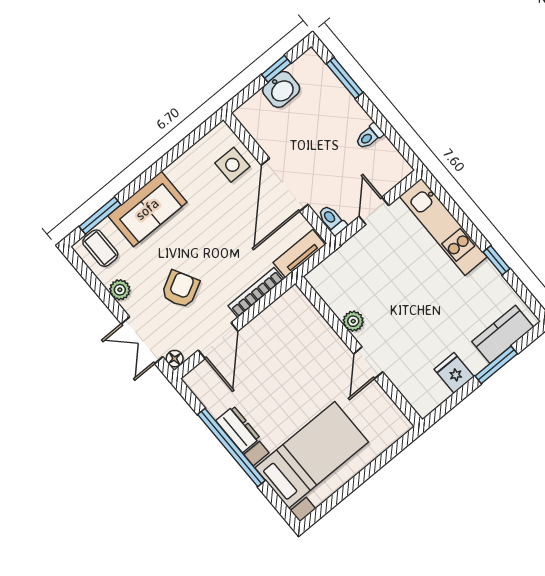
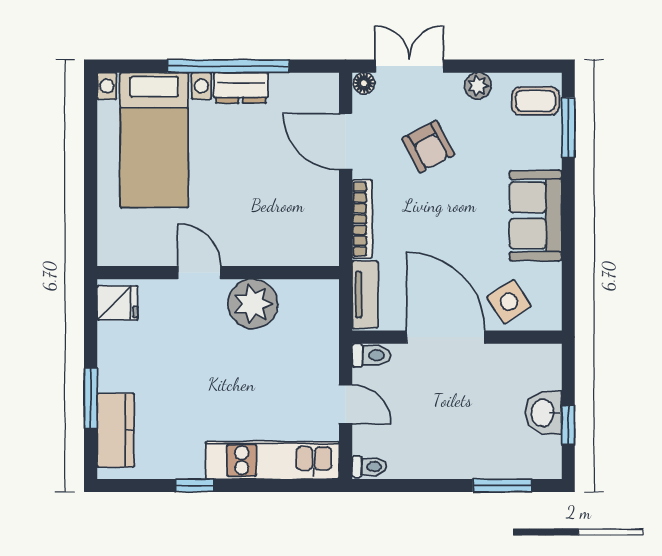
toilet: (369, 136) -> (369, 467), moved, turned 90
side table: (232, 165) -> (509, 302), turned -33
sofa: (147, 209) -> (536, 216), moved
plant: (353, 321) -> (253, 304), width x1.88, depth x1.88
fridge: (454, 373) -> (118, 303), moved

